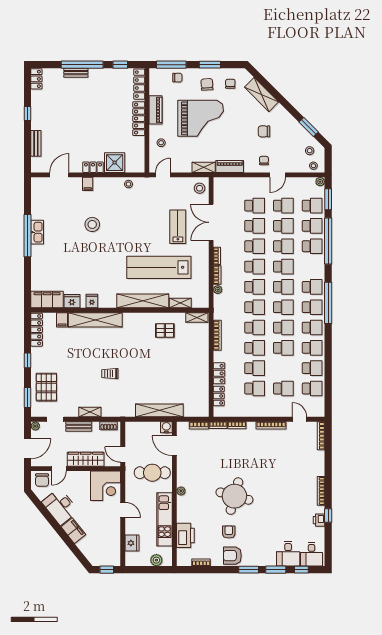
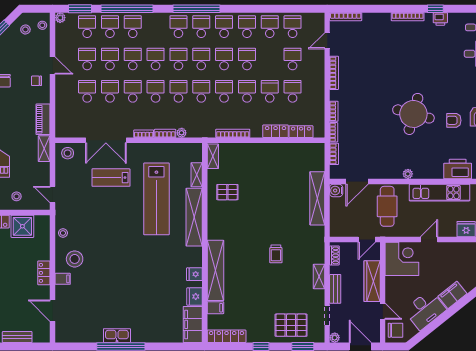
shower: (115, 163) -> (22, 226), moved
stool: (92, 224) -> (75, 259), moved
pallet: (165, 330) -> (227, 192), turned 90

